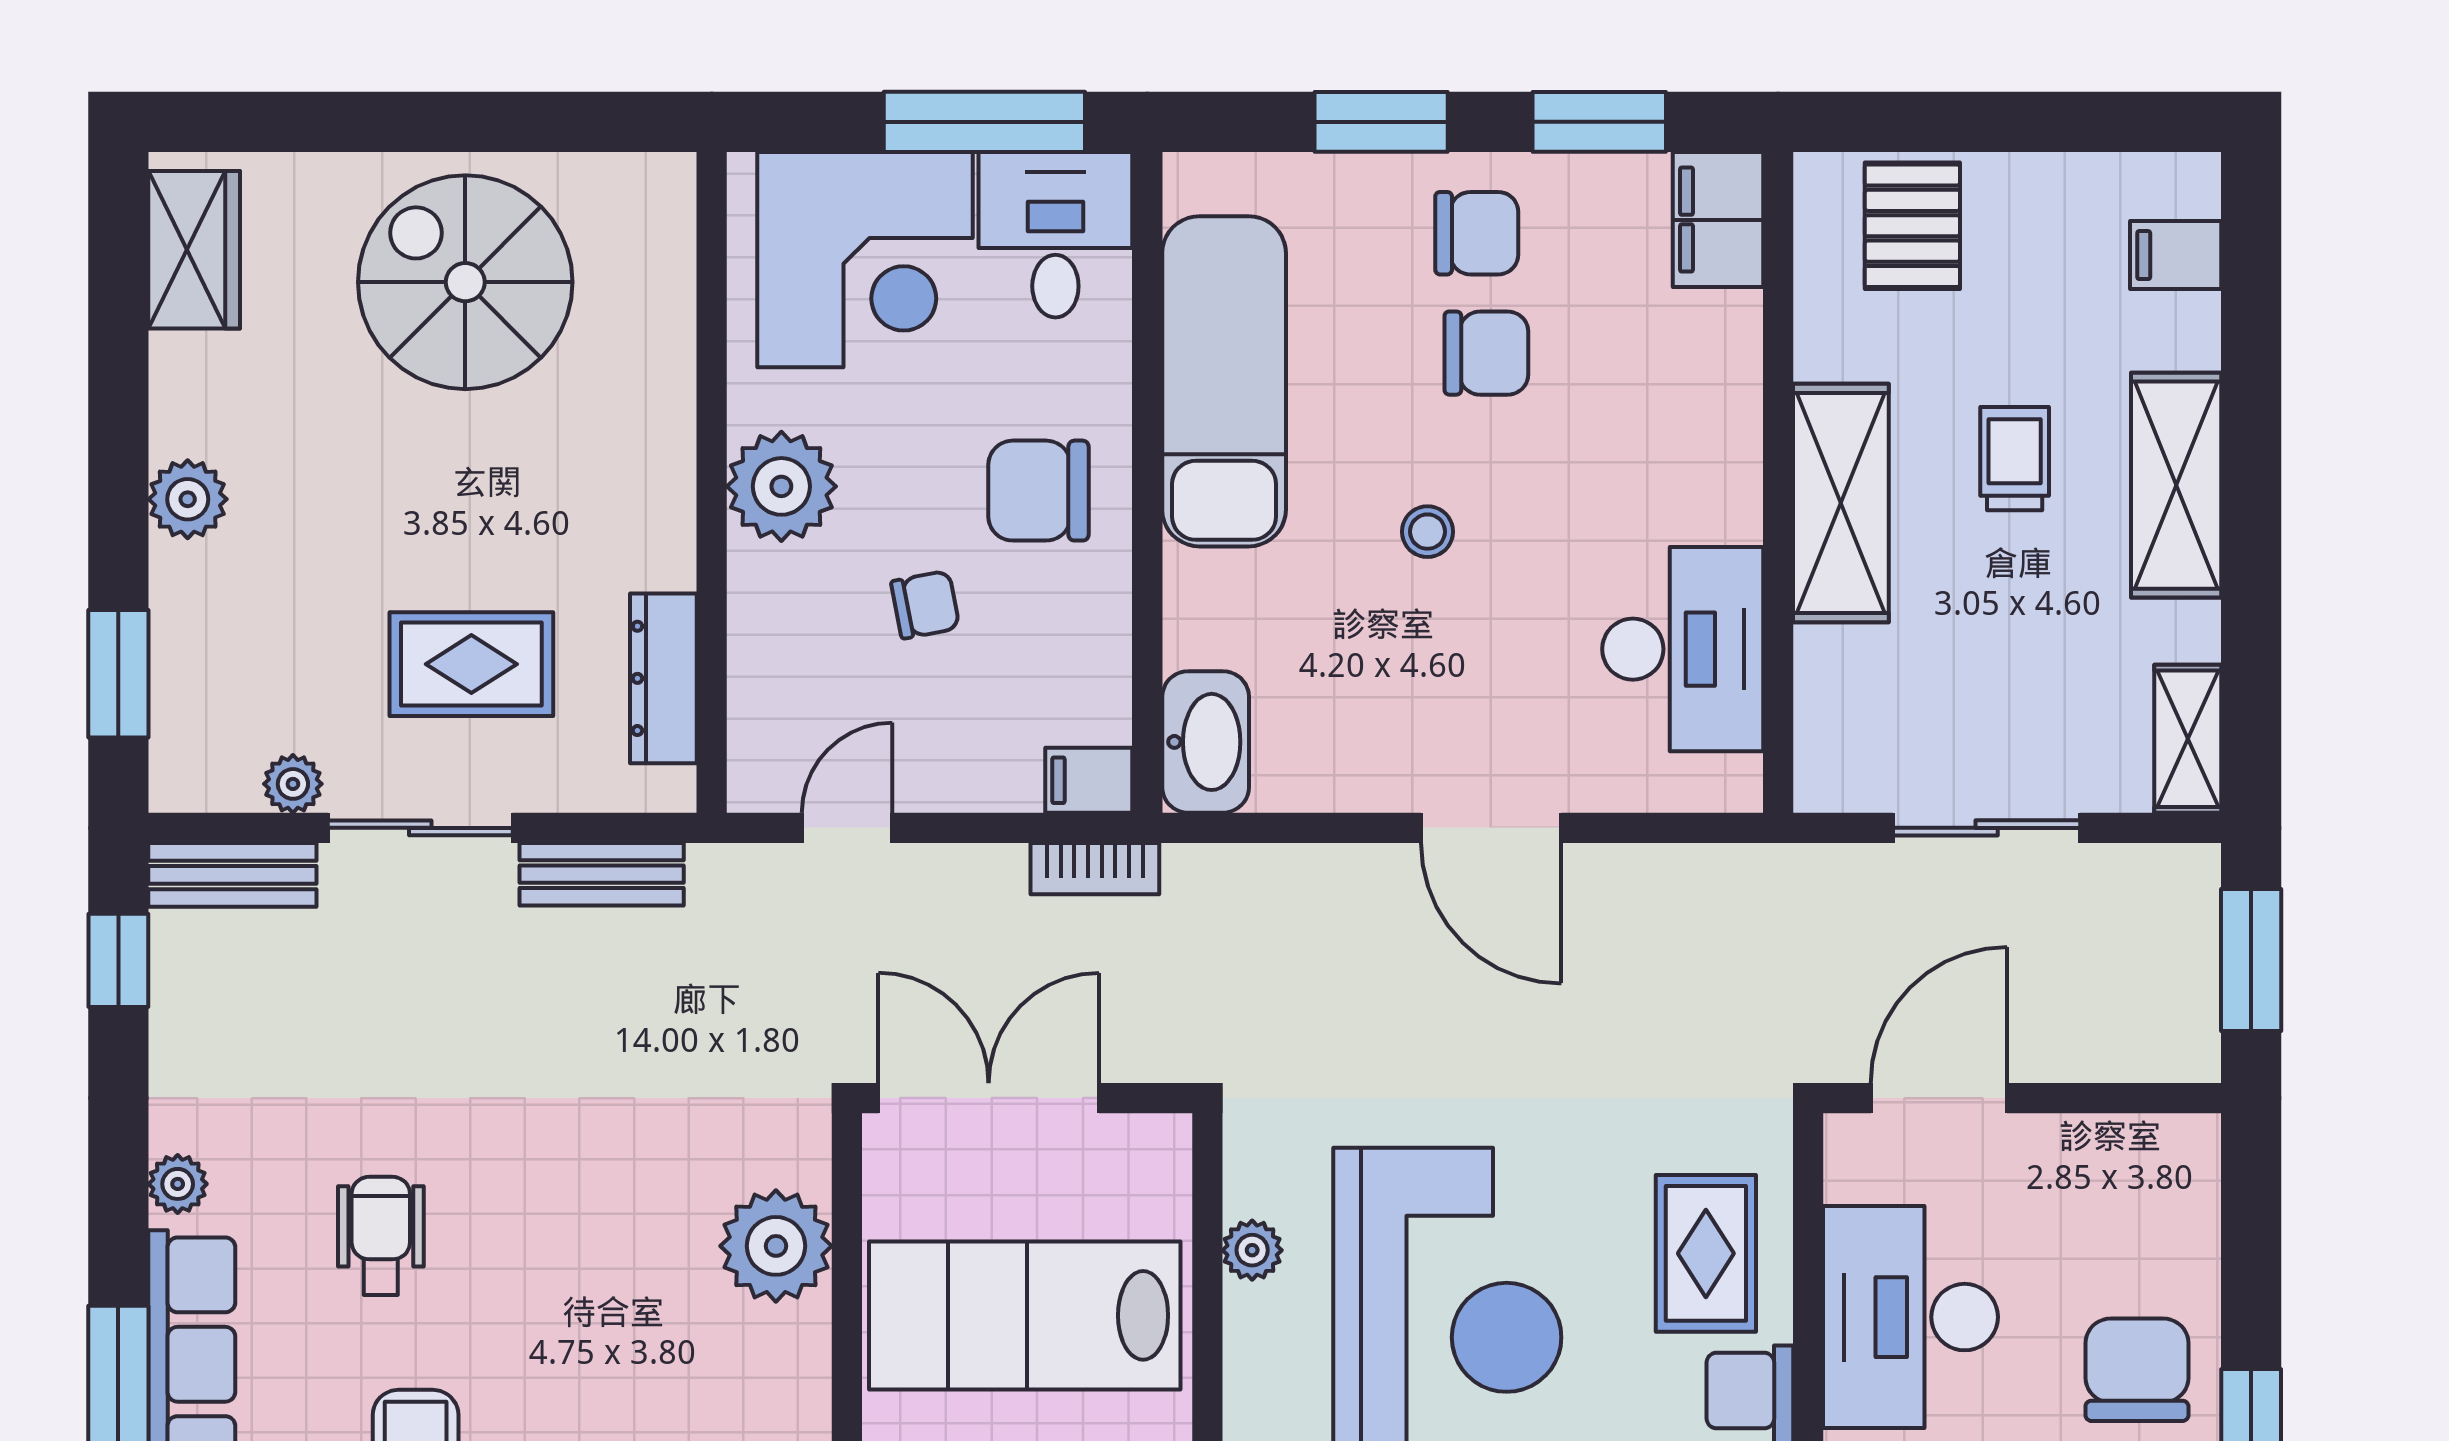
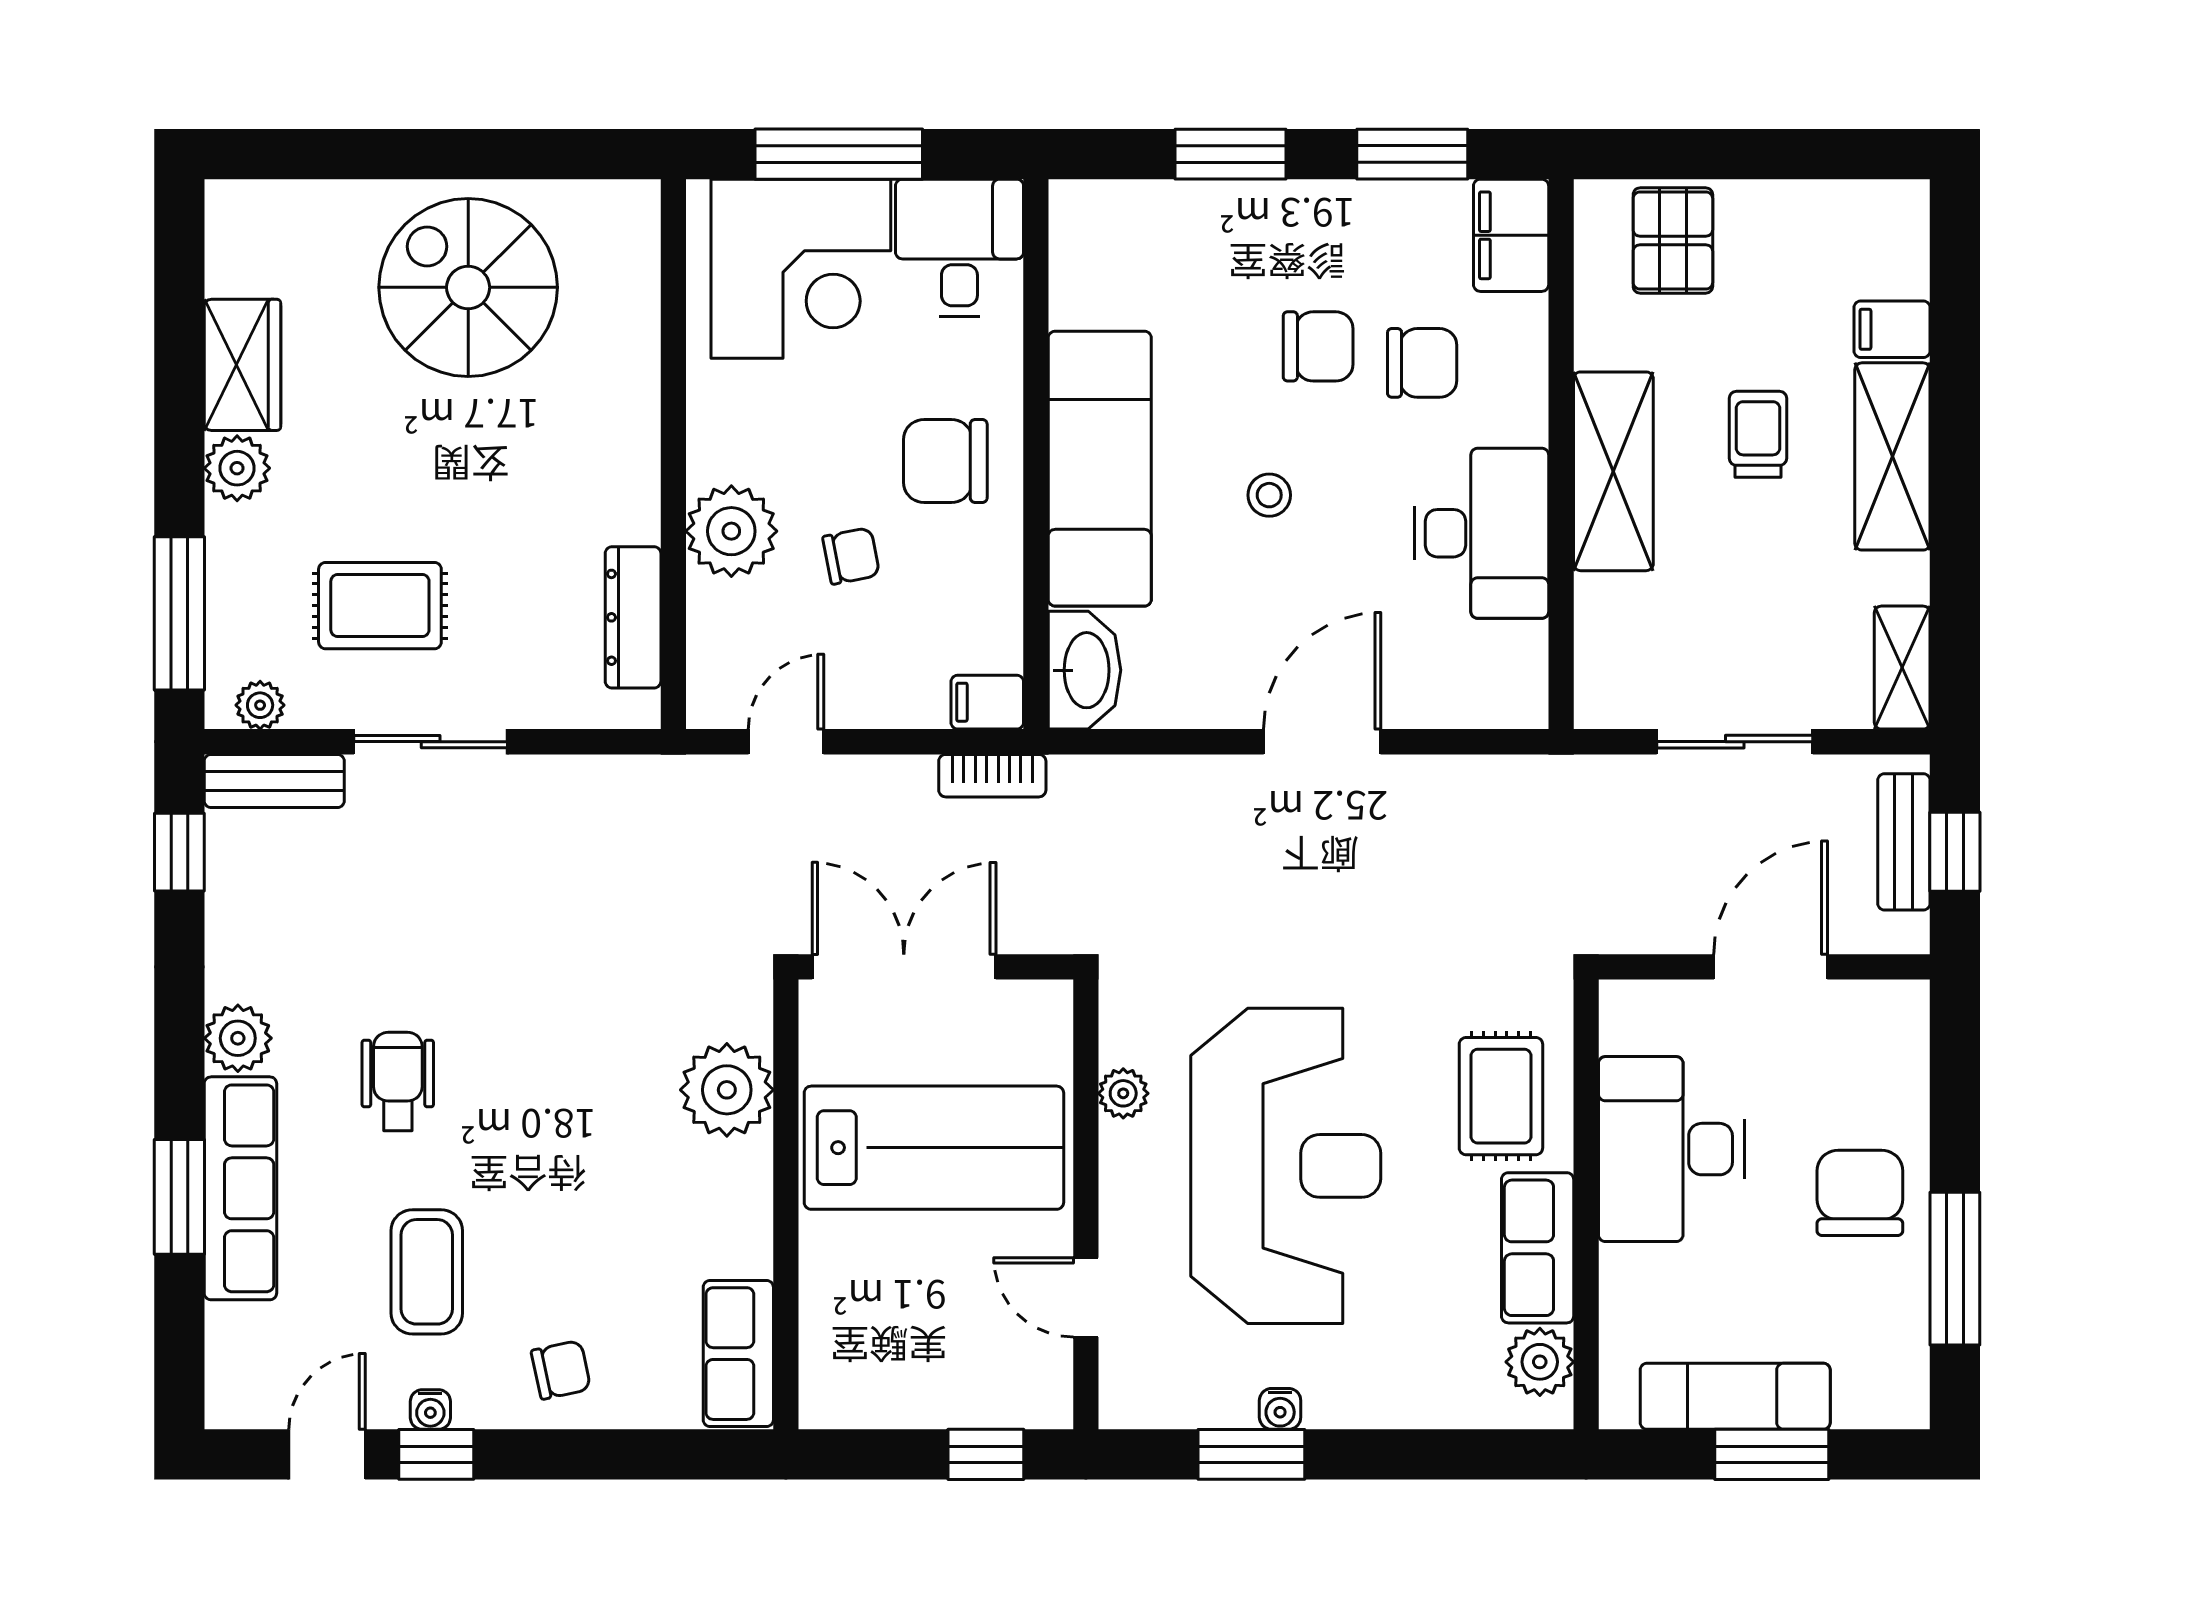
window: (984, 122) -> (839, 154), moved
chair: (1477, 233) -> (1422, 363), moved
wardrobe: (194, 250) -> (242, 365), moved
filing cabinet: (2176, 255) -> (1892, 329), moved
exam couch: (1224, 381) -> (1100, 469), moved
plant: (781, 486) -> (731, 531), moved
desk: (1683, 649) -> (1482, 533), moved
rug: (471, 664) -> (380, 606), moved
window: (118, 674) -> (179, 613), width x1.44
plant: (293, 784) -> (260, 705), moved
door: (1491, 828) -> (1322, 742), swing flipped
bench: (602, 874) -> (1904, 842), moved, turned 90
window: (2251, 960) -> (1955, 852), width x0.67
door: (1939, 1098) -> (1771, 967), moved
plant: (178, 1184) -> (238, 1038), width x1.38, depth x1.38
lab bench: (1025, 1315) -> (934, 1148), turned 180

